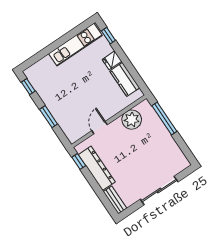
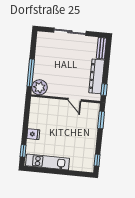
kitchen counter: (125, 79) -> (35, 116), removed
window: (49, 117) -> (101, 120), moved
plant: (132, 120) -> (39, 87), moved
door: (100, 128) -> (75, 100), hinge flipped

